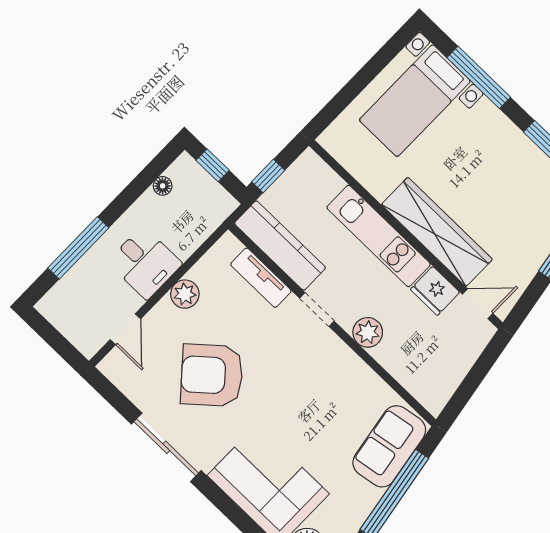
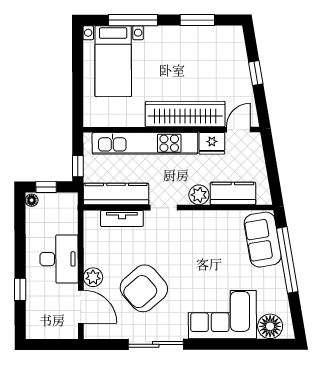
floor lamp: (163, 186) -> (32, 200), moved
kitchen unit: (379, 236) -> (145, 143), width x1.36
window: (78, 248) -> (20, 290), width x0.46
desk: (145, 263) -> (59, 259), width x1.37
plant: (185, 294) -> (93, 277), moved
door: (125, 329) -> (81, 307), width x1.38
kitchen counter: (405, 366) -> (233, 193), added

